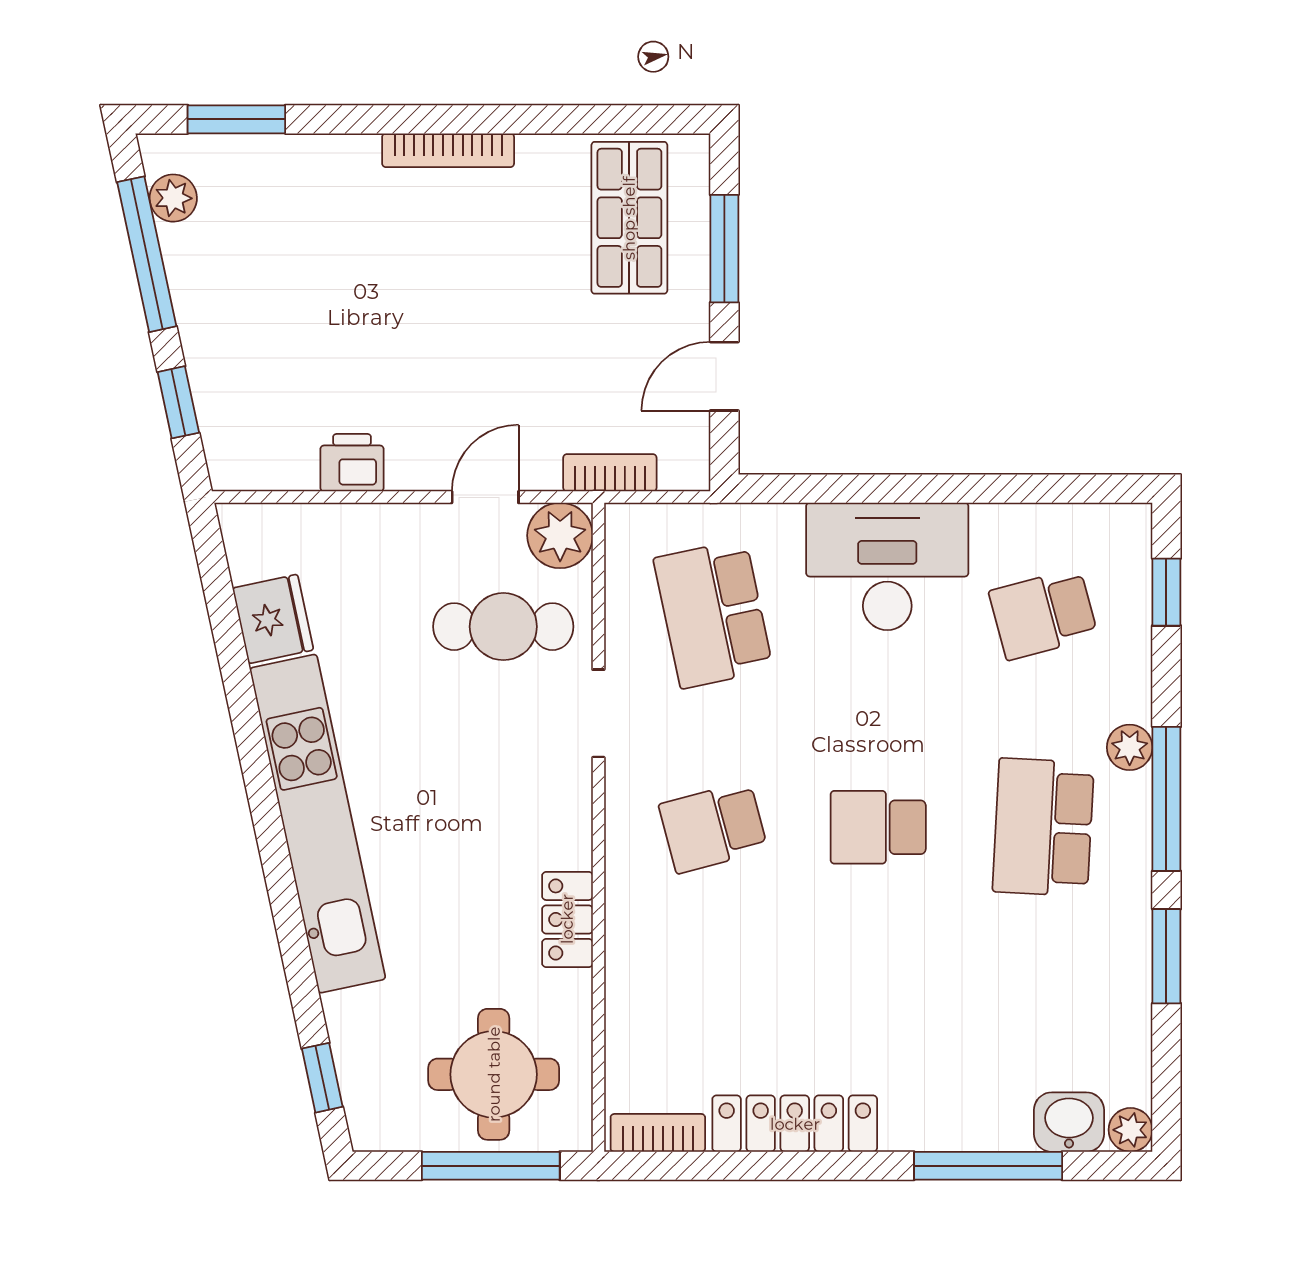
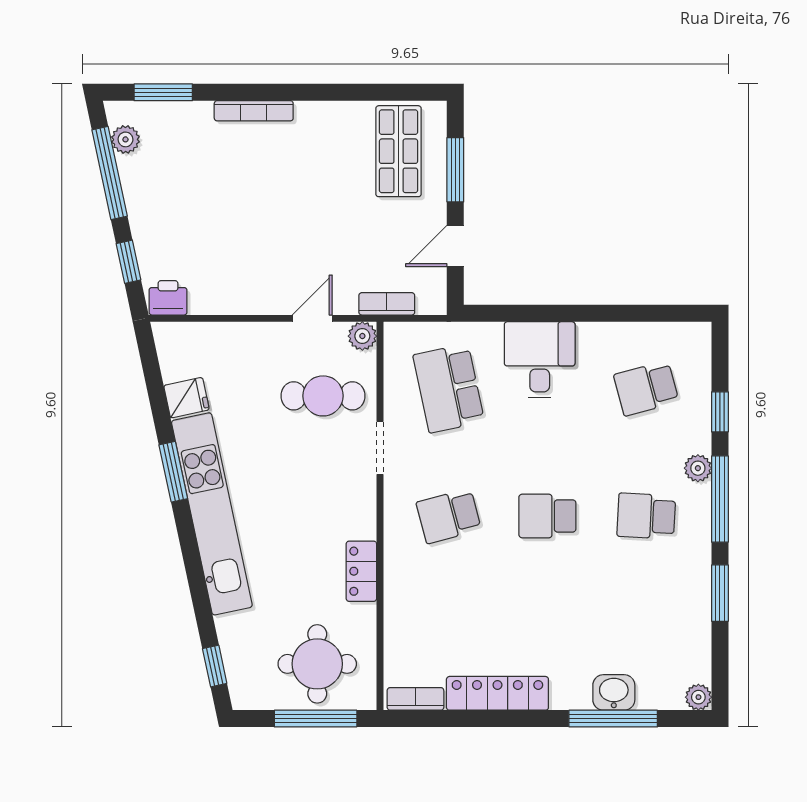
bookcase: (448, 150) -> (254, 111), moved
printer: (352, 463) -> (168, 298), moved
plant: (560, 535) -> (362, 336), width x0.73, depth x0.73
desk: (887, 566) -> (540, 360), width x0.73
window: (1166, 592) -> (720, 412), moved
fridge: (273, 619) -> (186, 398), width x0.72
window: (253, 753) -> (173, 472), added
school desk: (1043, 827) -> (646, 516), width x0.54
washbasin: (1069, 1122) -> (614, 692), moved

